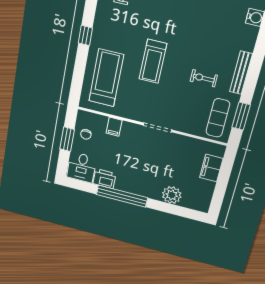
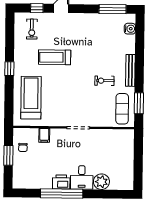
treadmill: (153, 61) -> (55, 57), moved, turned 90
desk: (82, 167) -> (82, 177), moved
filing cabinet: (211, 168) -> (127, 150), removed
printer: (104, 179) -> (61, 182), moved

